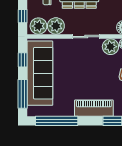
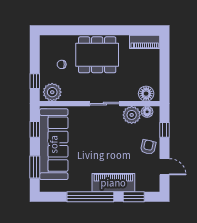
plant: (56, 26) -> (71, 92), removed
window: (23, 94) -> (35, 167), width x0.69
window: (57, 121) -> (90, 197), moved

